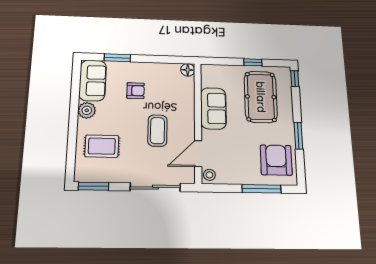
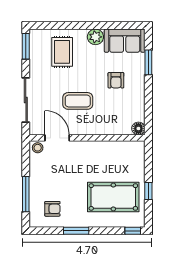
sofa: (213, 108) -> (101, 152), removed
armchair: (276, 160) -> (52, 209), width x0.53, depth x0.53

